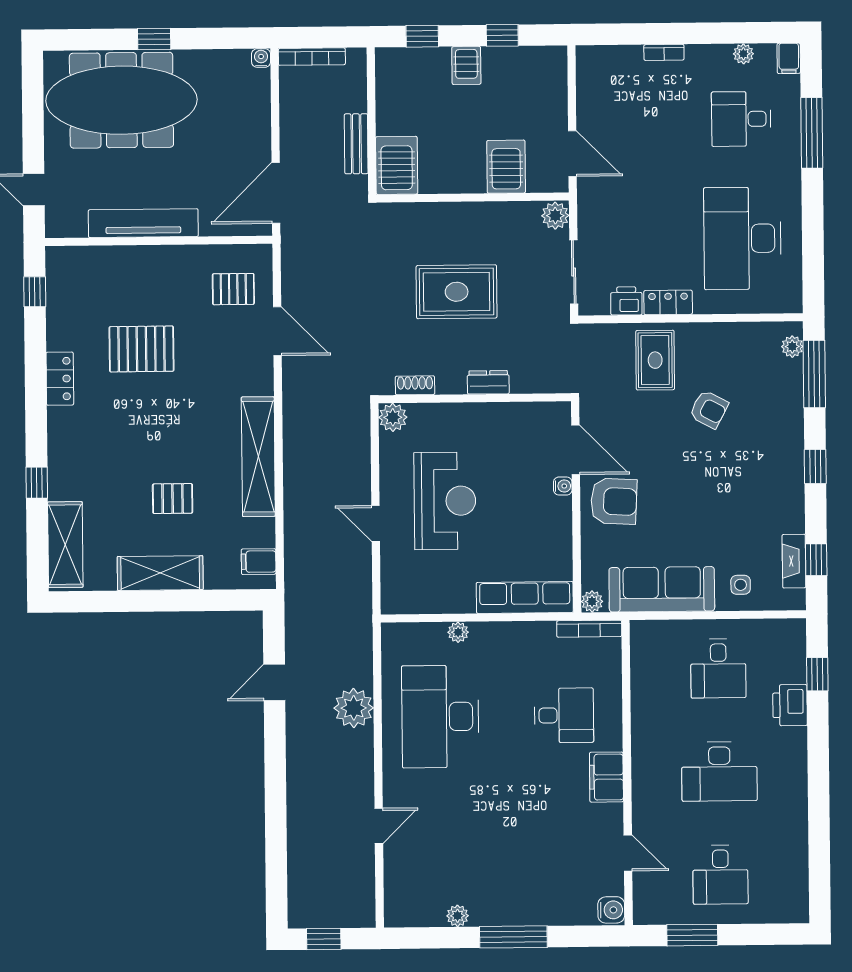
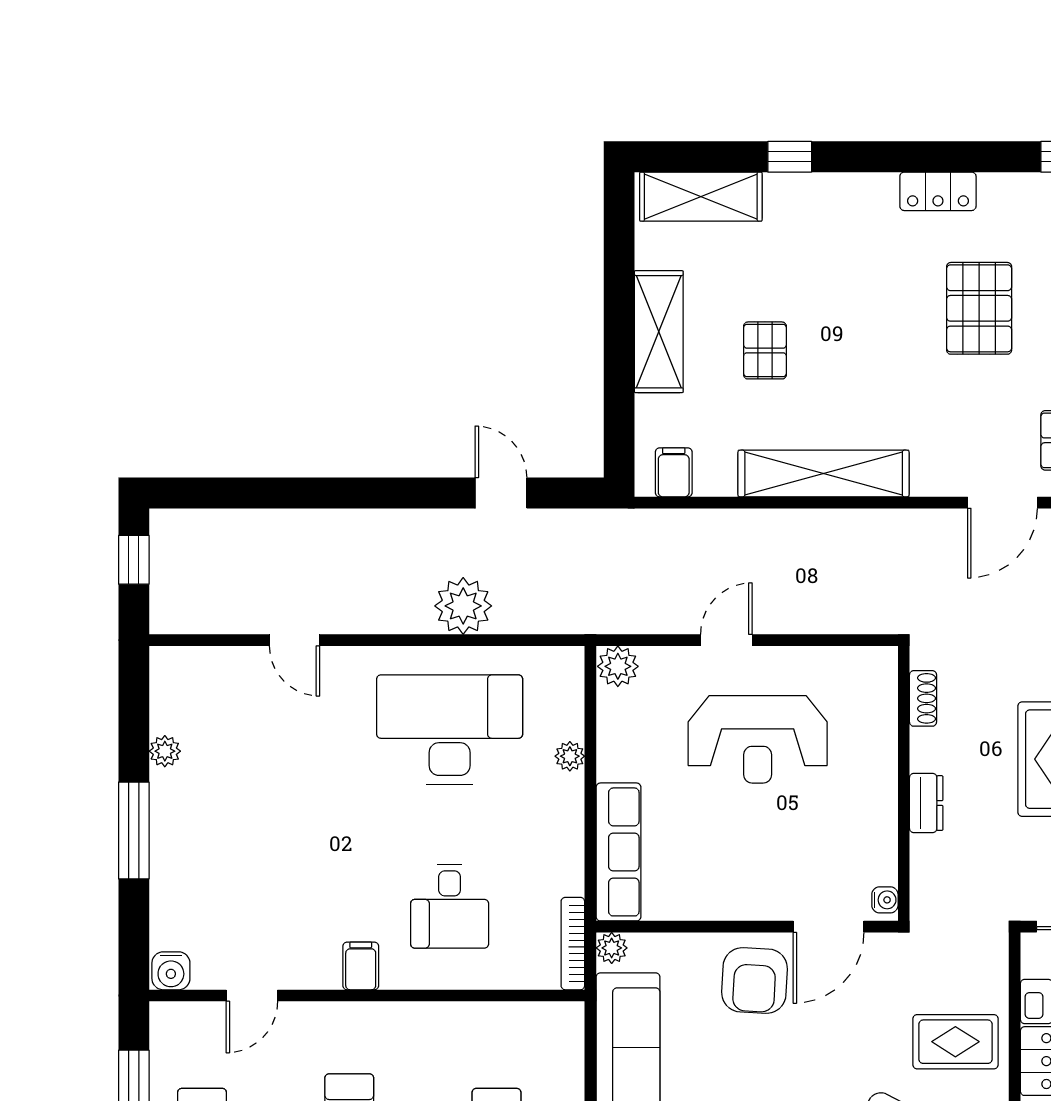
plant: (393, 417) -> (618, 666), moved
water cooler: (563, 486) -> (885, 900), moved, turned -90
filing cabinet: (606, 777) -> (361, 966), width x0.50

